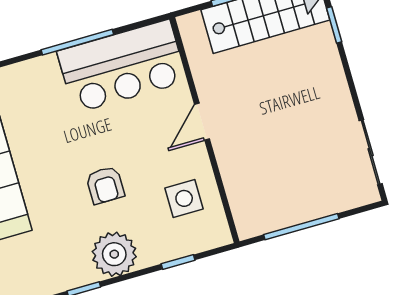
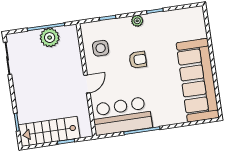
armchair: (105, 185) -> (138, 60), turned 90
plant: (291, 206) -> (50, 38), added
plant: (114, 254) -> (137, 21), width x0.53, depth x0.53

